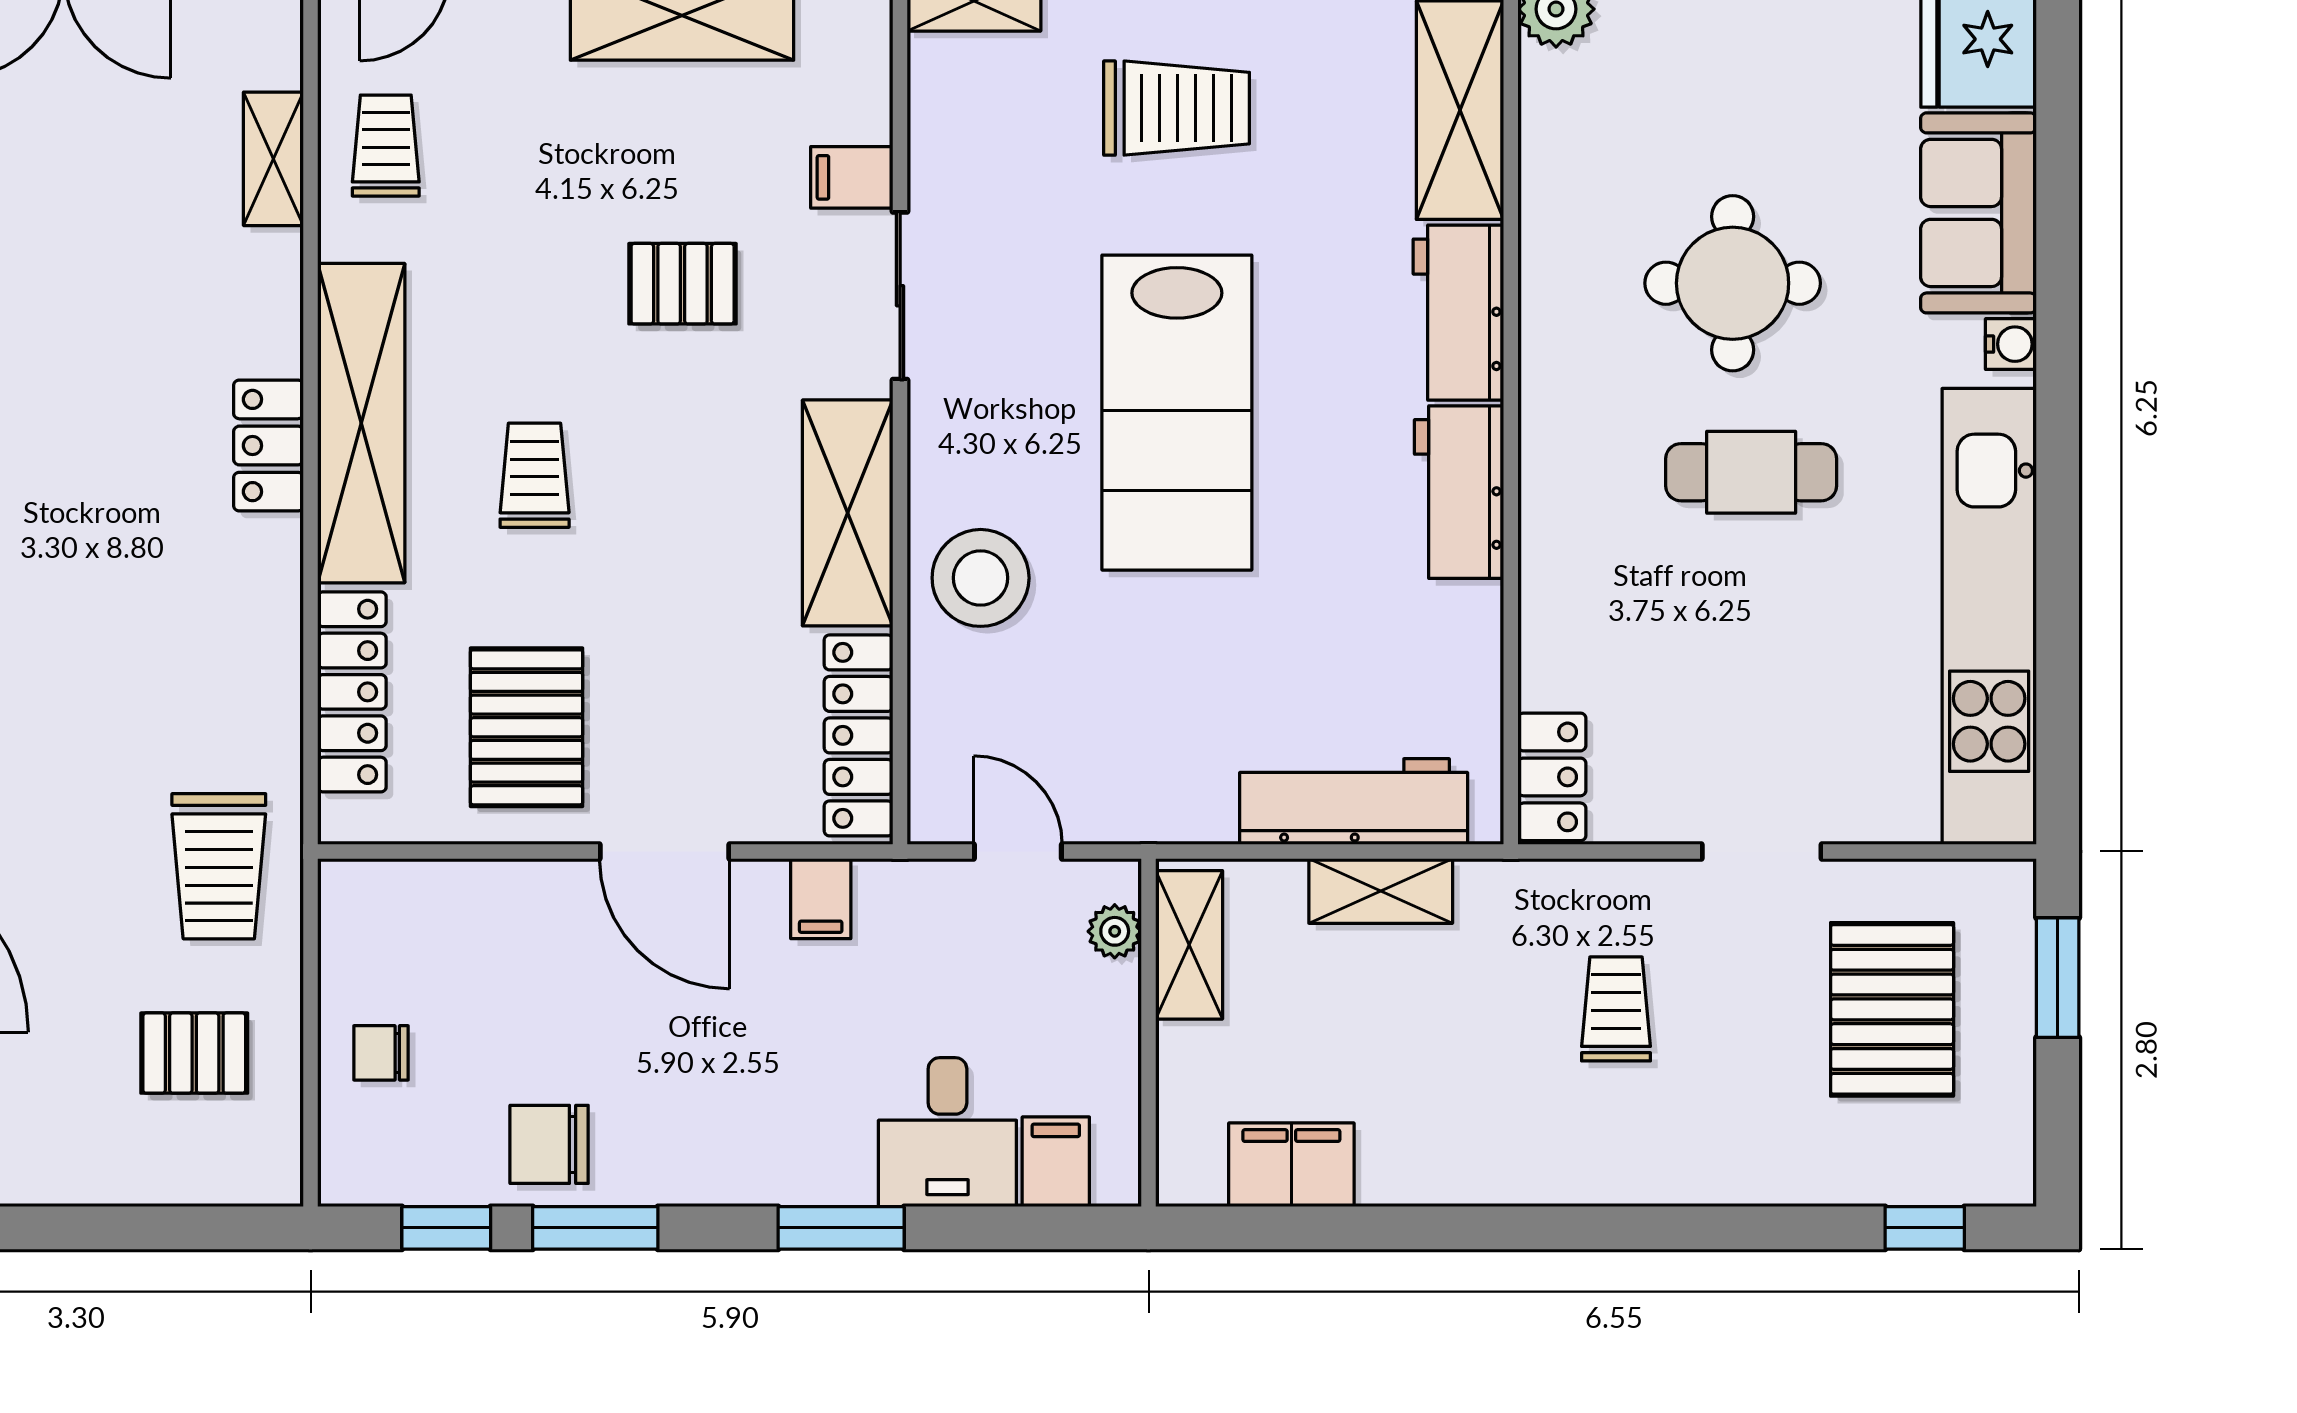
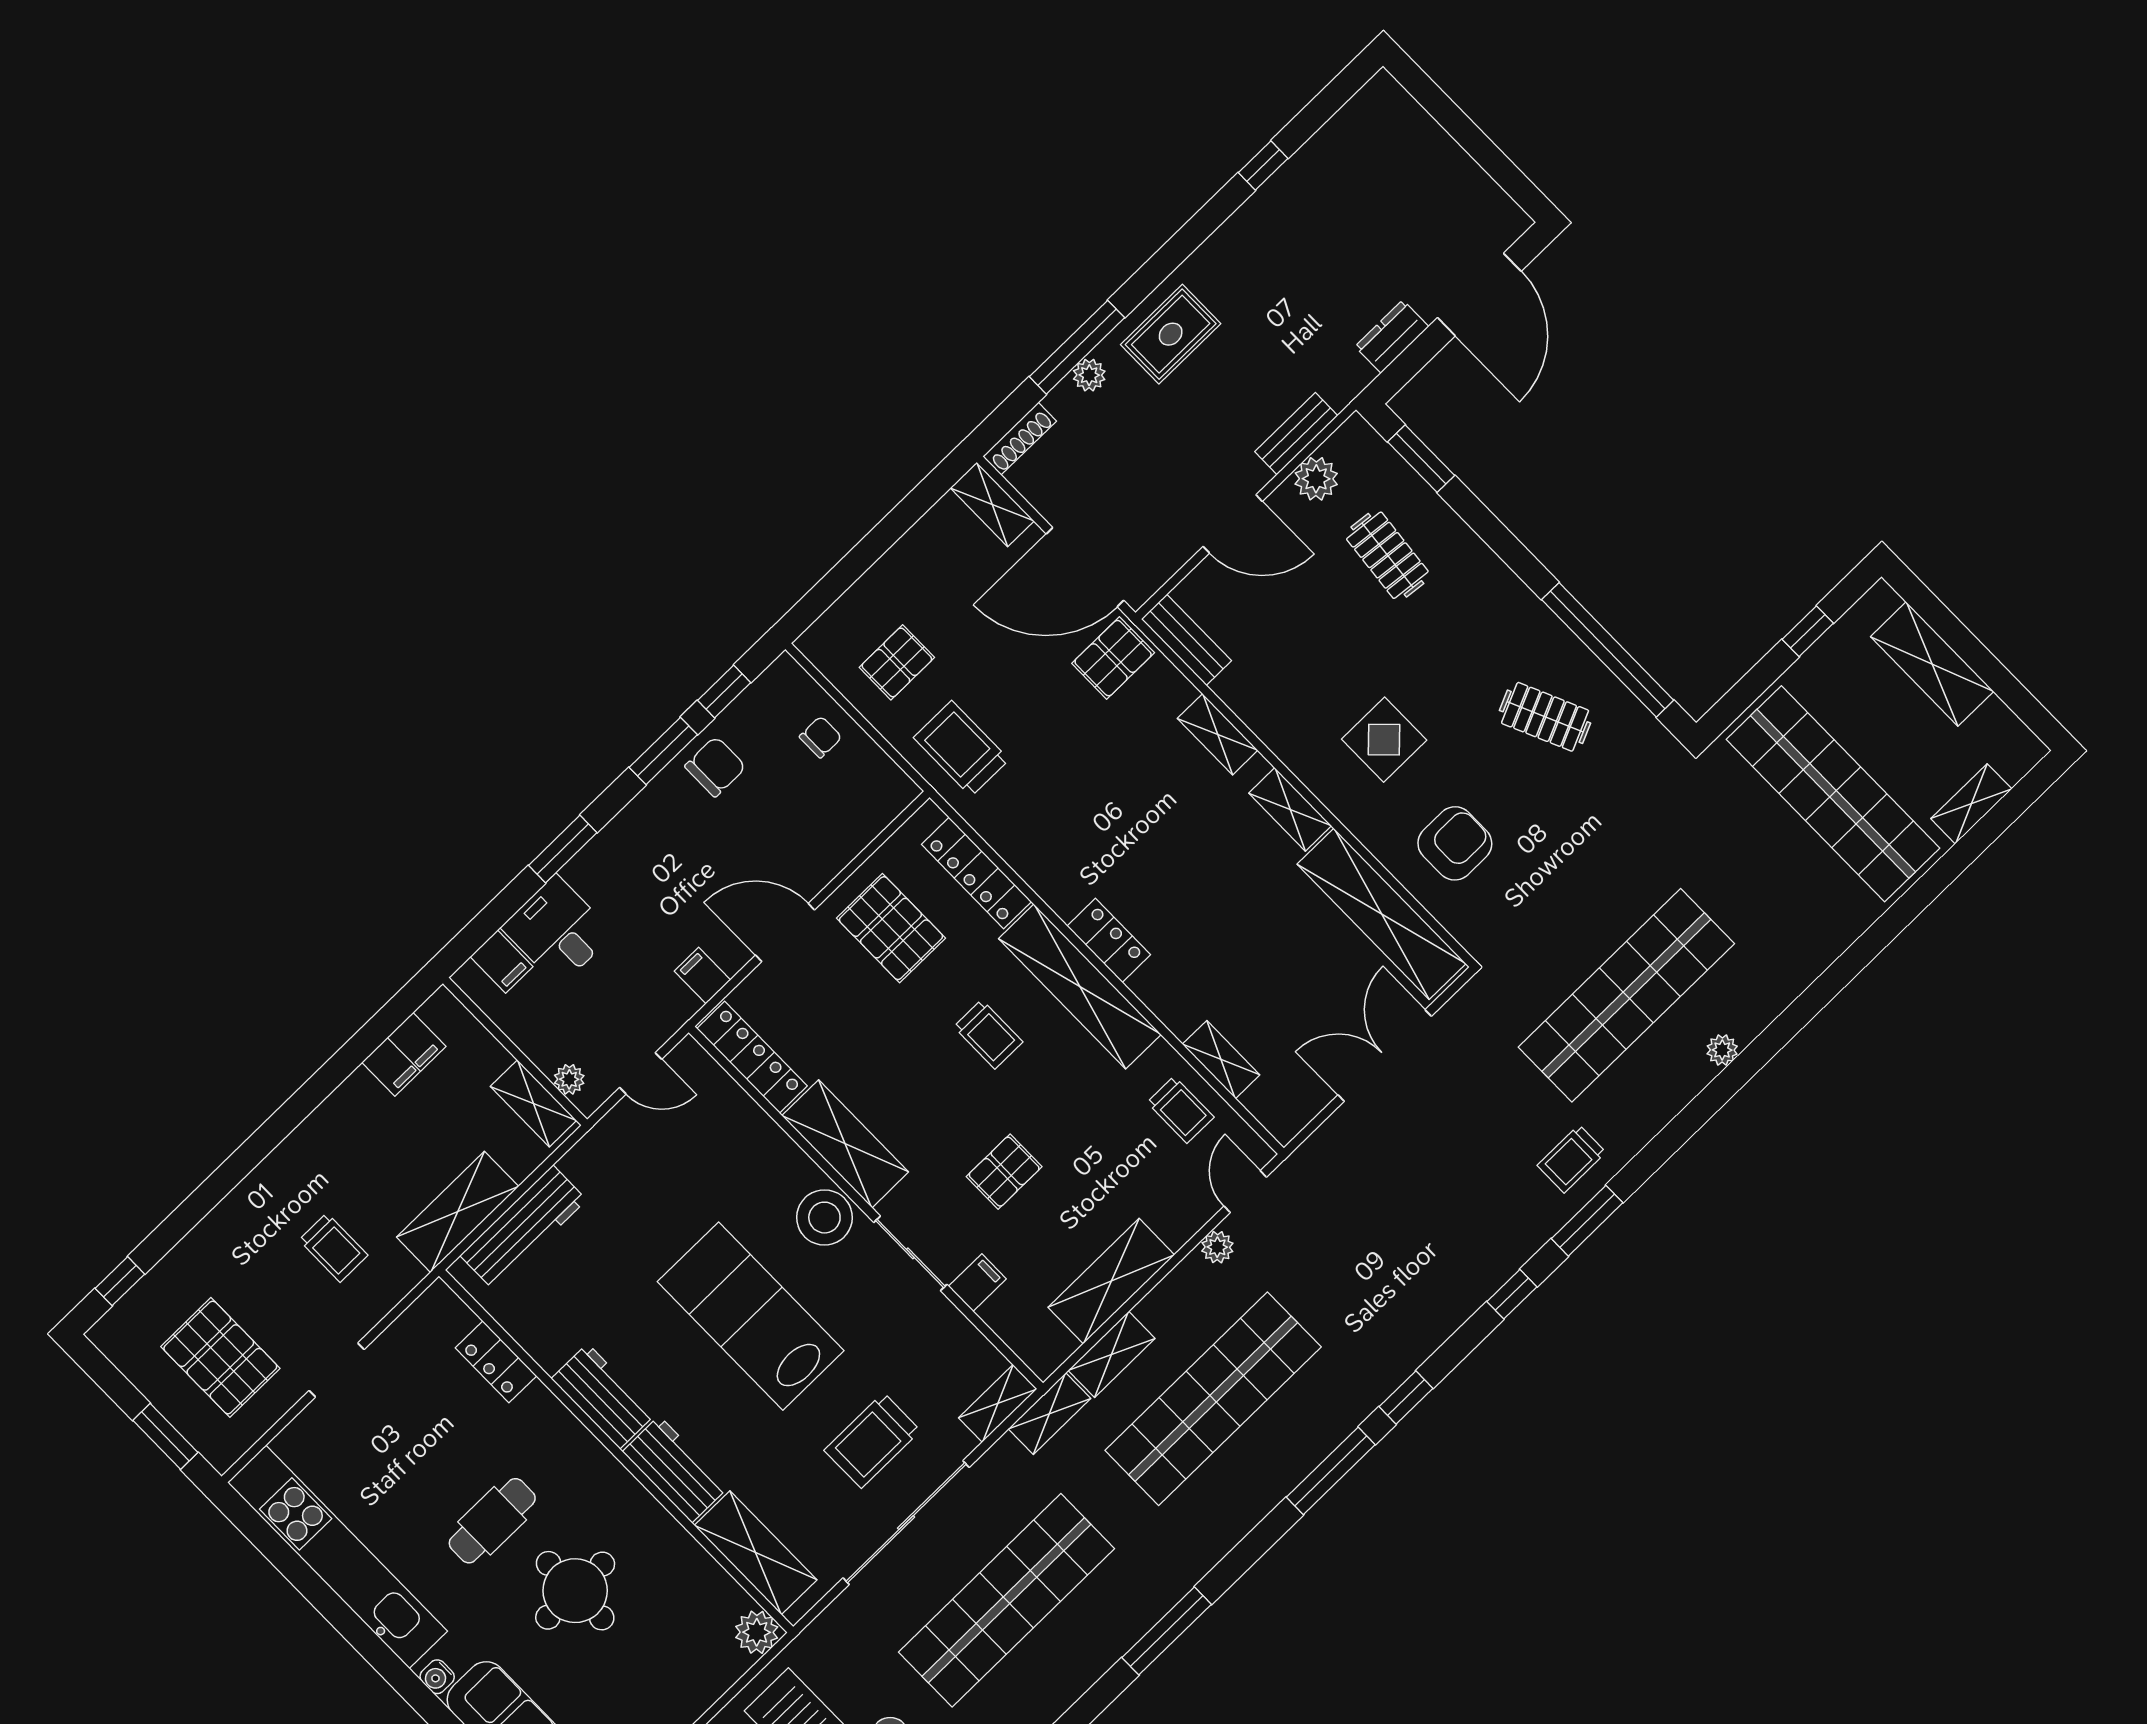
stool: (981, 578) -> (824, 1218), moved
locker: (1552, 777) -> (496, 1362), moved
shelving: (1381, 891) -> (458, 1212), width x1.50, depth x1.33

